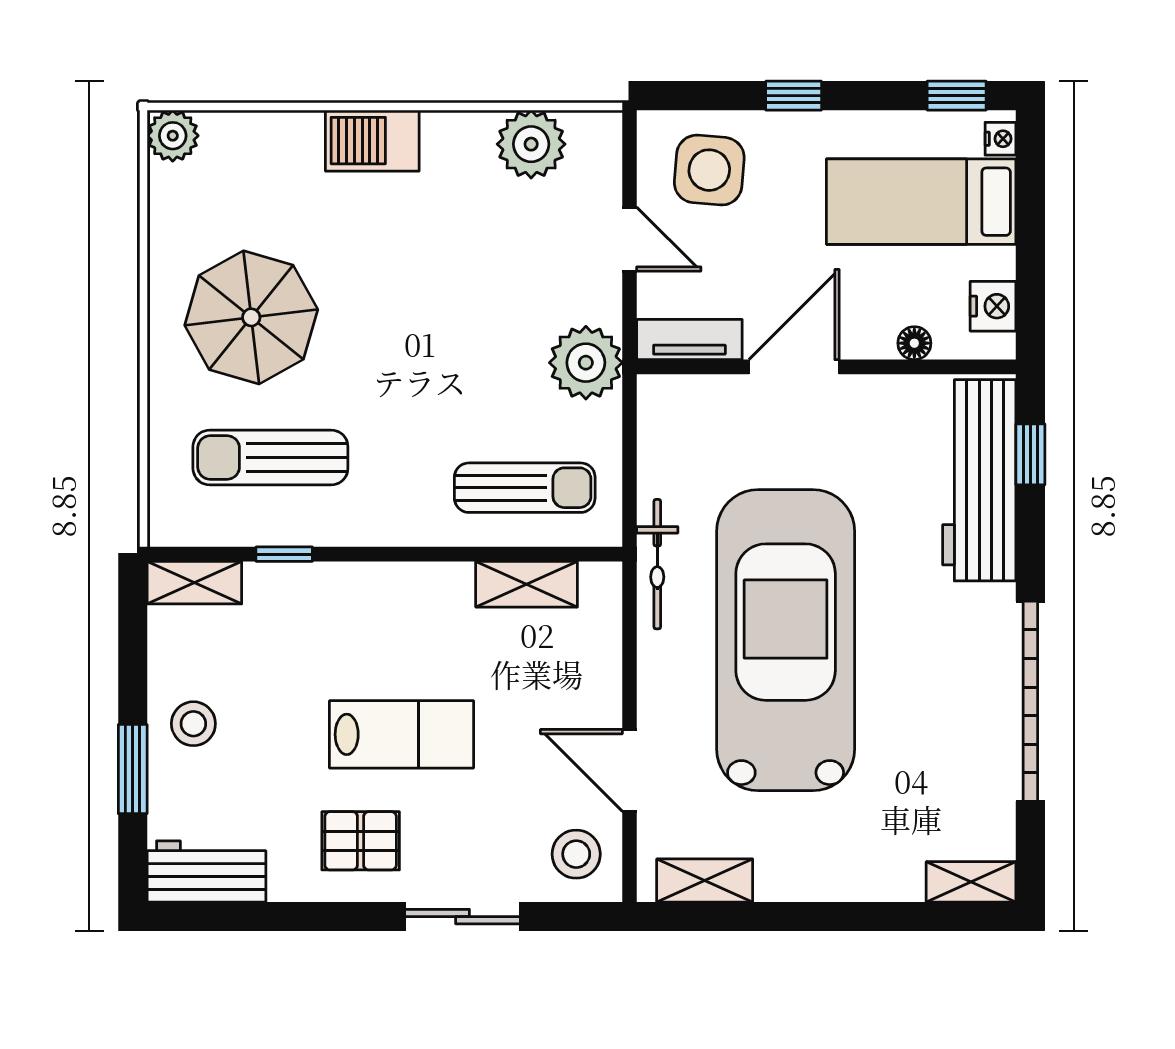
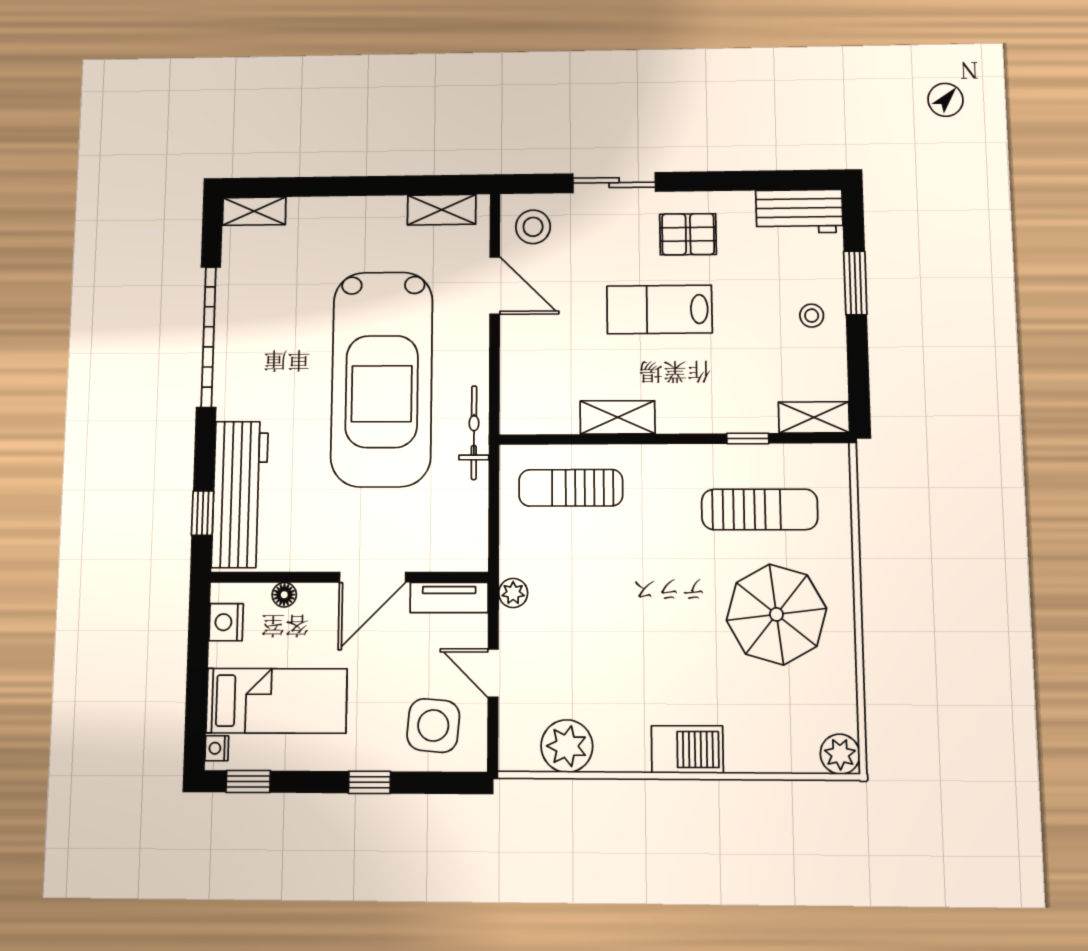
plant: (586, 363) -> (513, 593), width x0.53, depth x0.53
shelving: (527, 584) -> (618, 417), moved
stool: (193, 724) -> (812, 316), width x0.73, depth x0.73

